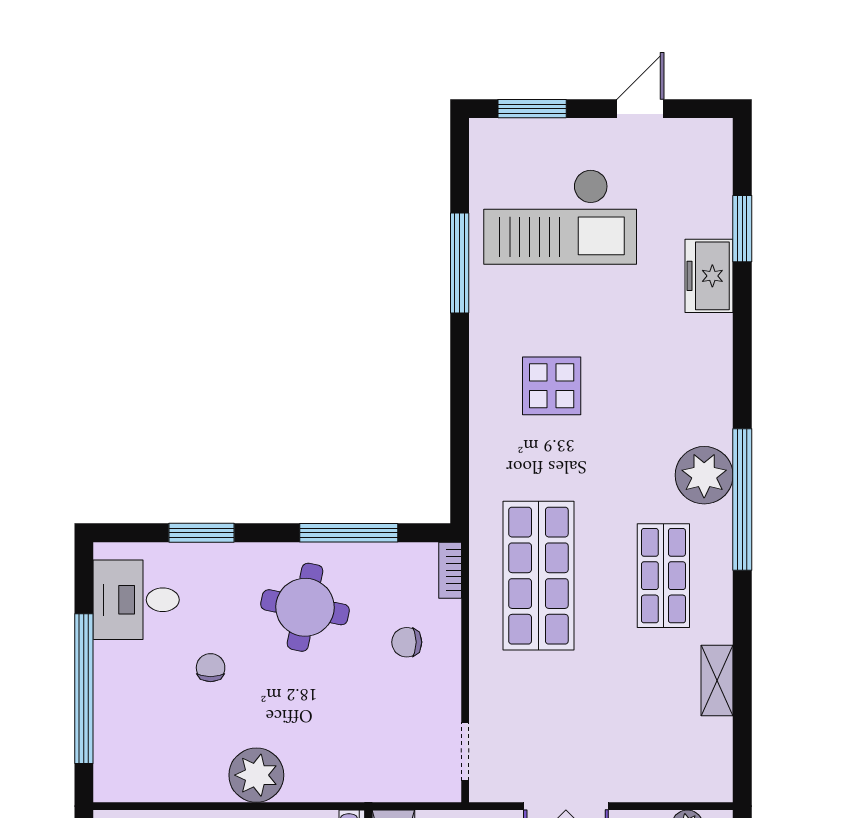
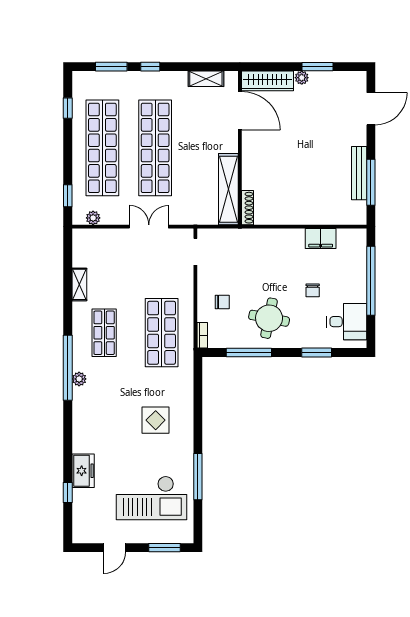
checkout: (560, 217) -> (152, 498), turned 180
window: (742, 229) -> (68, 492), width x0.67
plant: (704, 475) -> (79, 379), width x0.53, depth x0.53
plant: (256, 775) -> (291, 241), removed
filing cabinet: (193, 780) -> (321, 239), added

